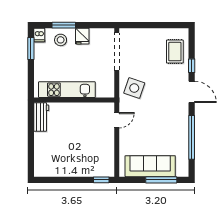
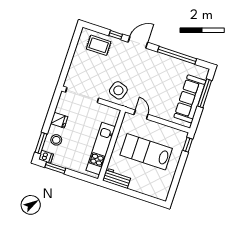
window: (64, 25) -> (41, 143), moved
lab bench: (79, 139) -> (146, 152), added

